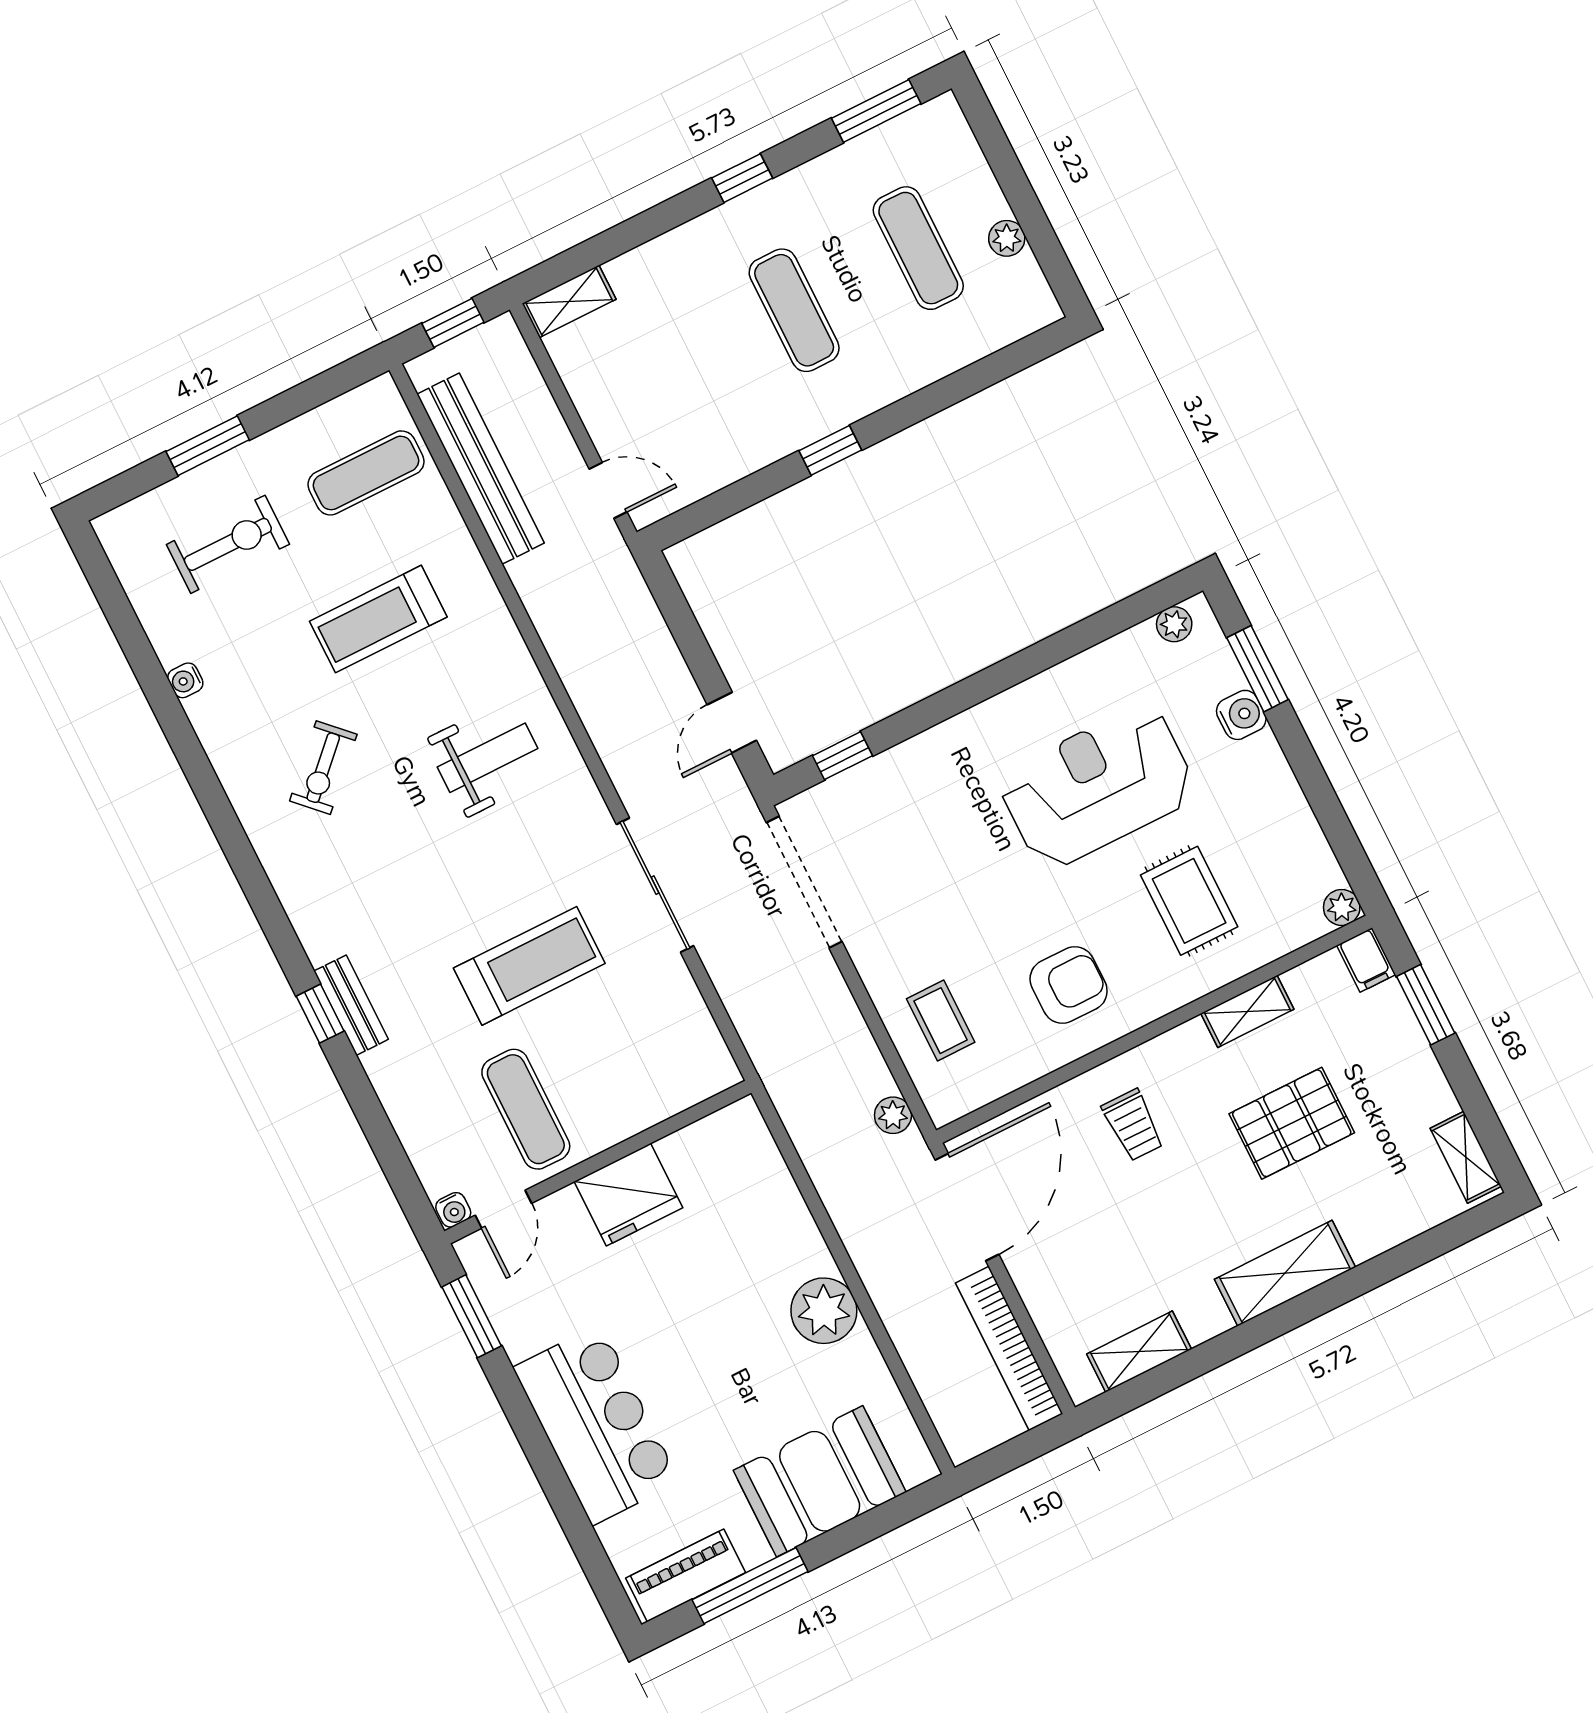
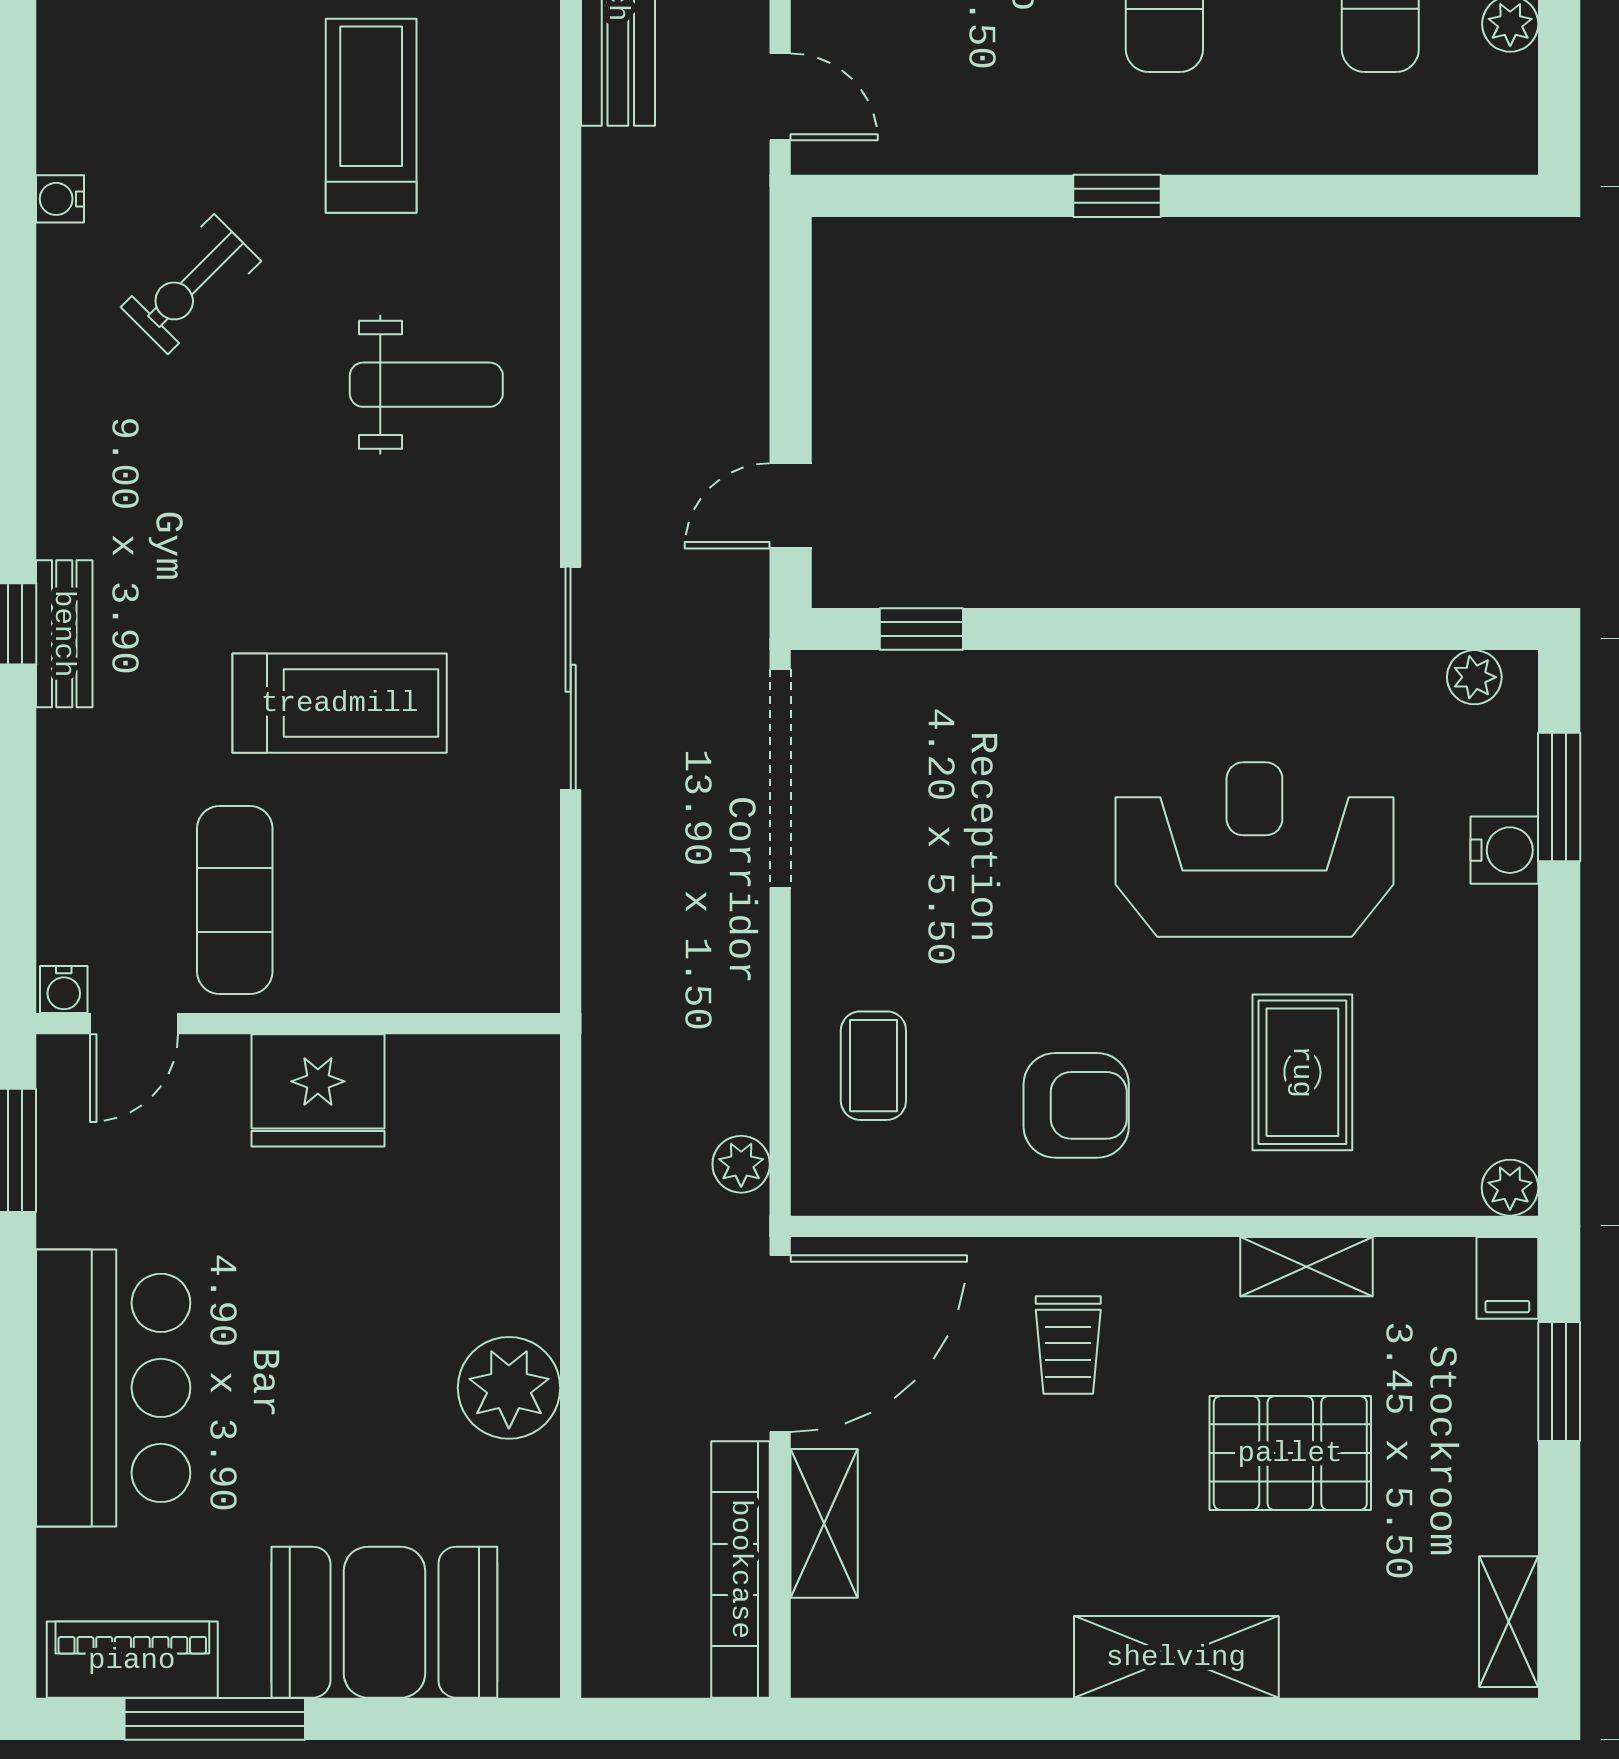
treadmill: (378, 619) -> (371, 116), turned 90
water cooler: (185, 680) -> (60, 199), moved
shelving: (1139, 1352) -> (824, 1523), moved, turned 90

